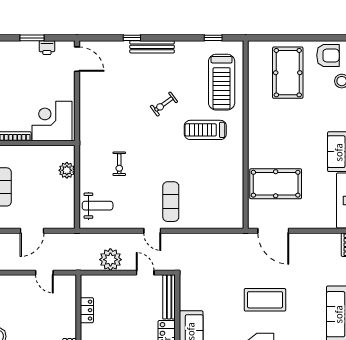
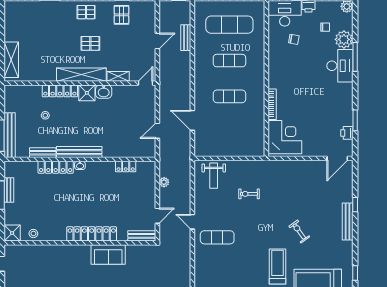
plant: (67, 170) -> (244, 150), removed
door: (152, 231) -> (192, 222), hinge flipped
plant: (110, 260) -> (164, 182), width x0.53, depth x0.53
bench: (169, 297) -> (142, 236), width x0.73

